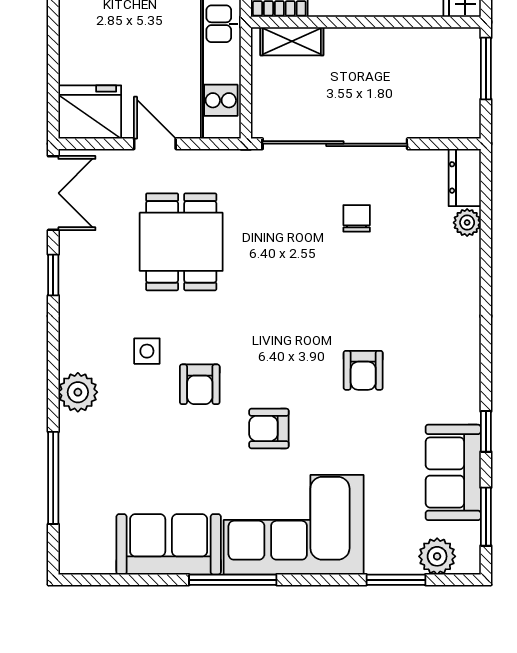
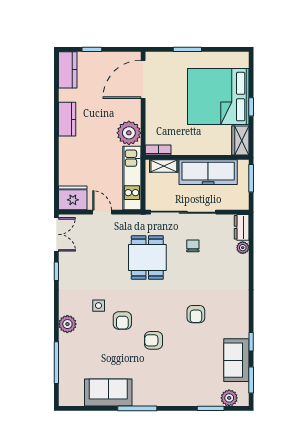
freezer: (390, 55) -> (208, 172), added
dining table: (181, 242) -> (147, 258), moved
corner sofa: (294, 525) -> (165, 384), removed

